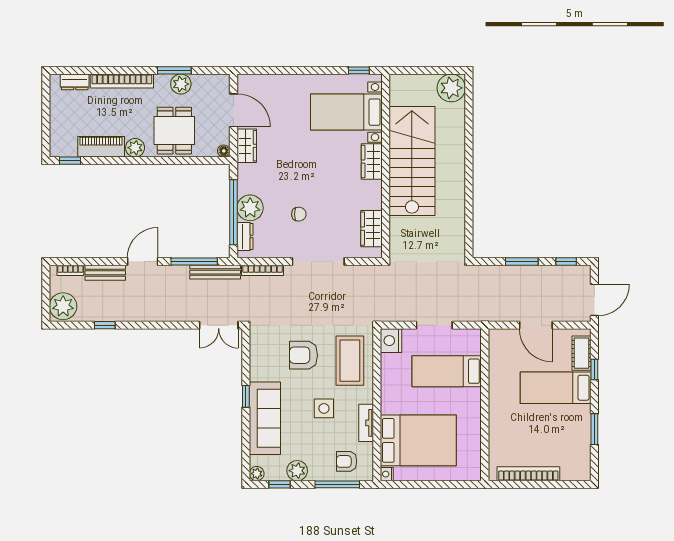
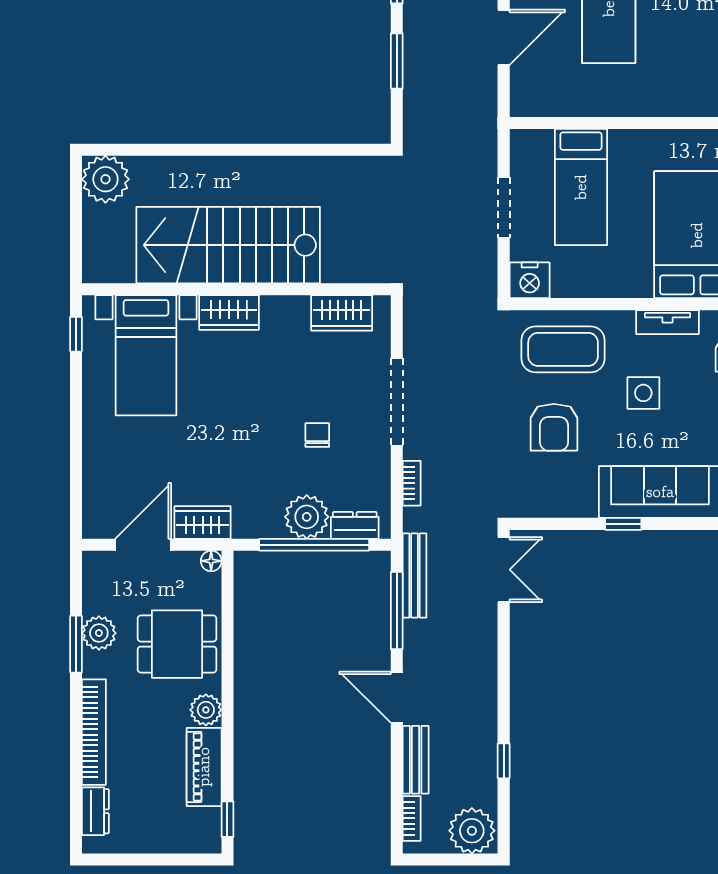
bookcase: (263, 270) -> (412, 483), width x0.64

